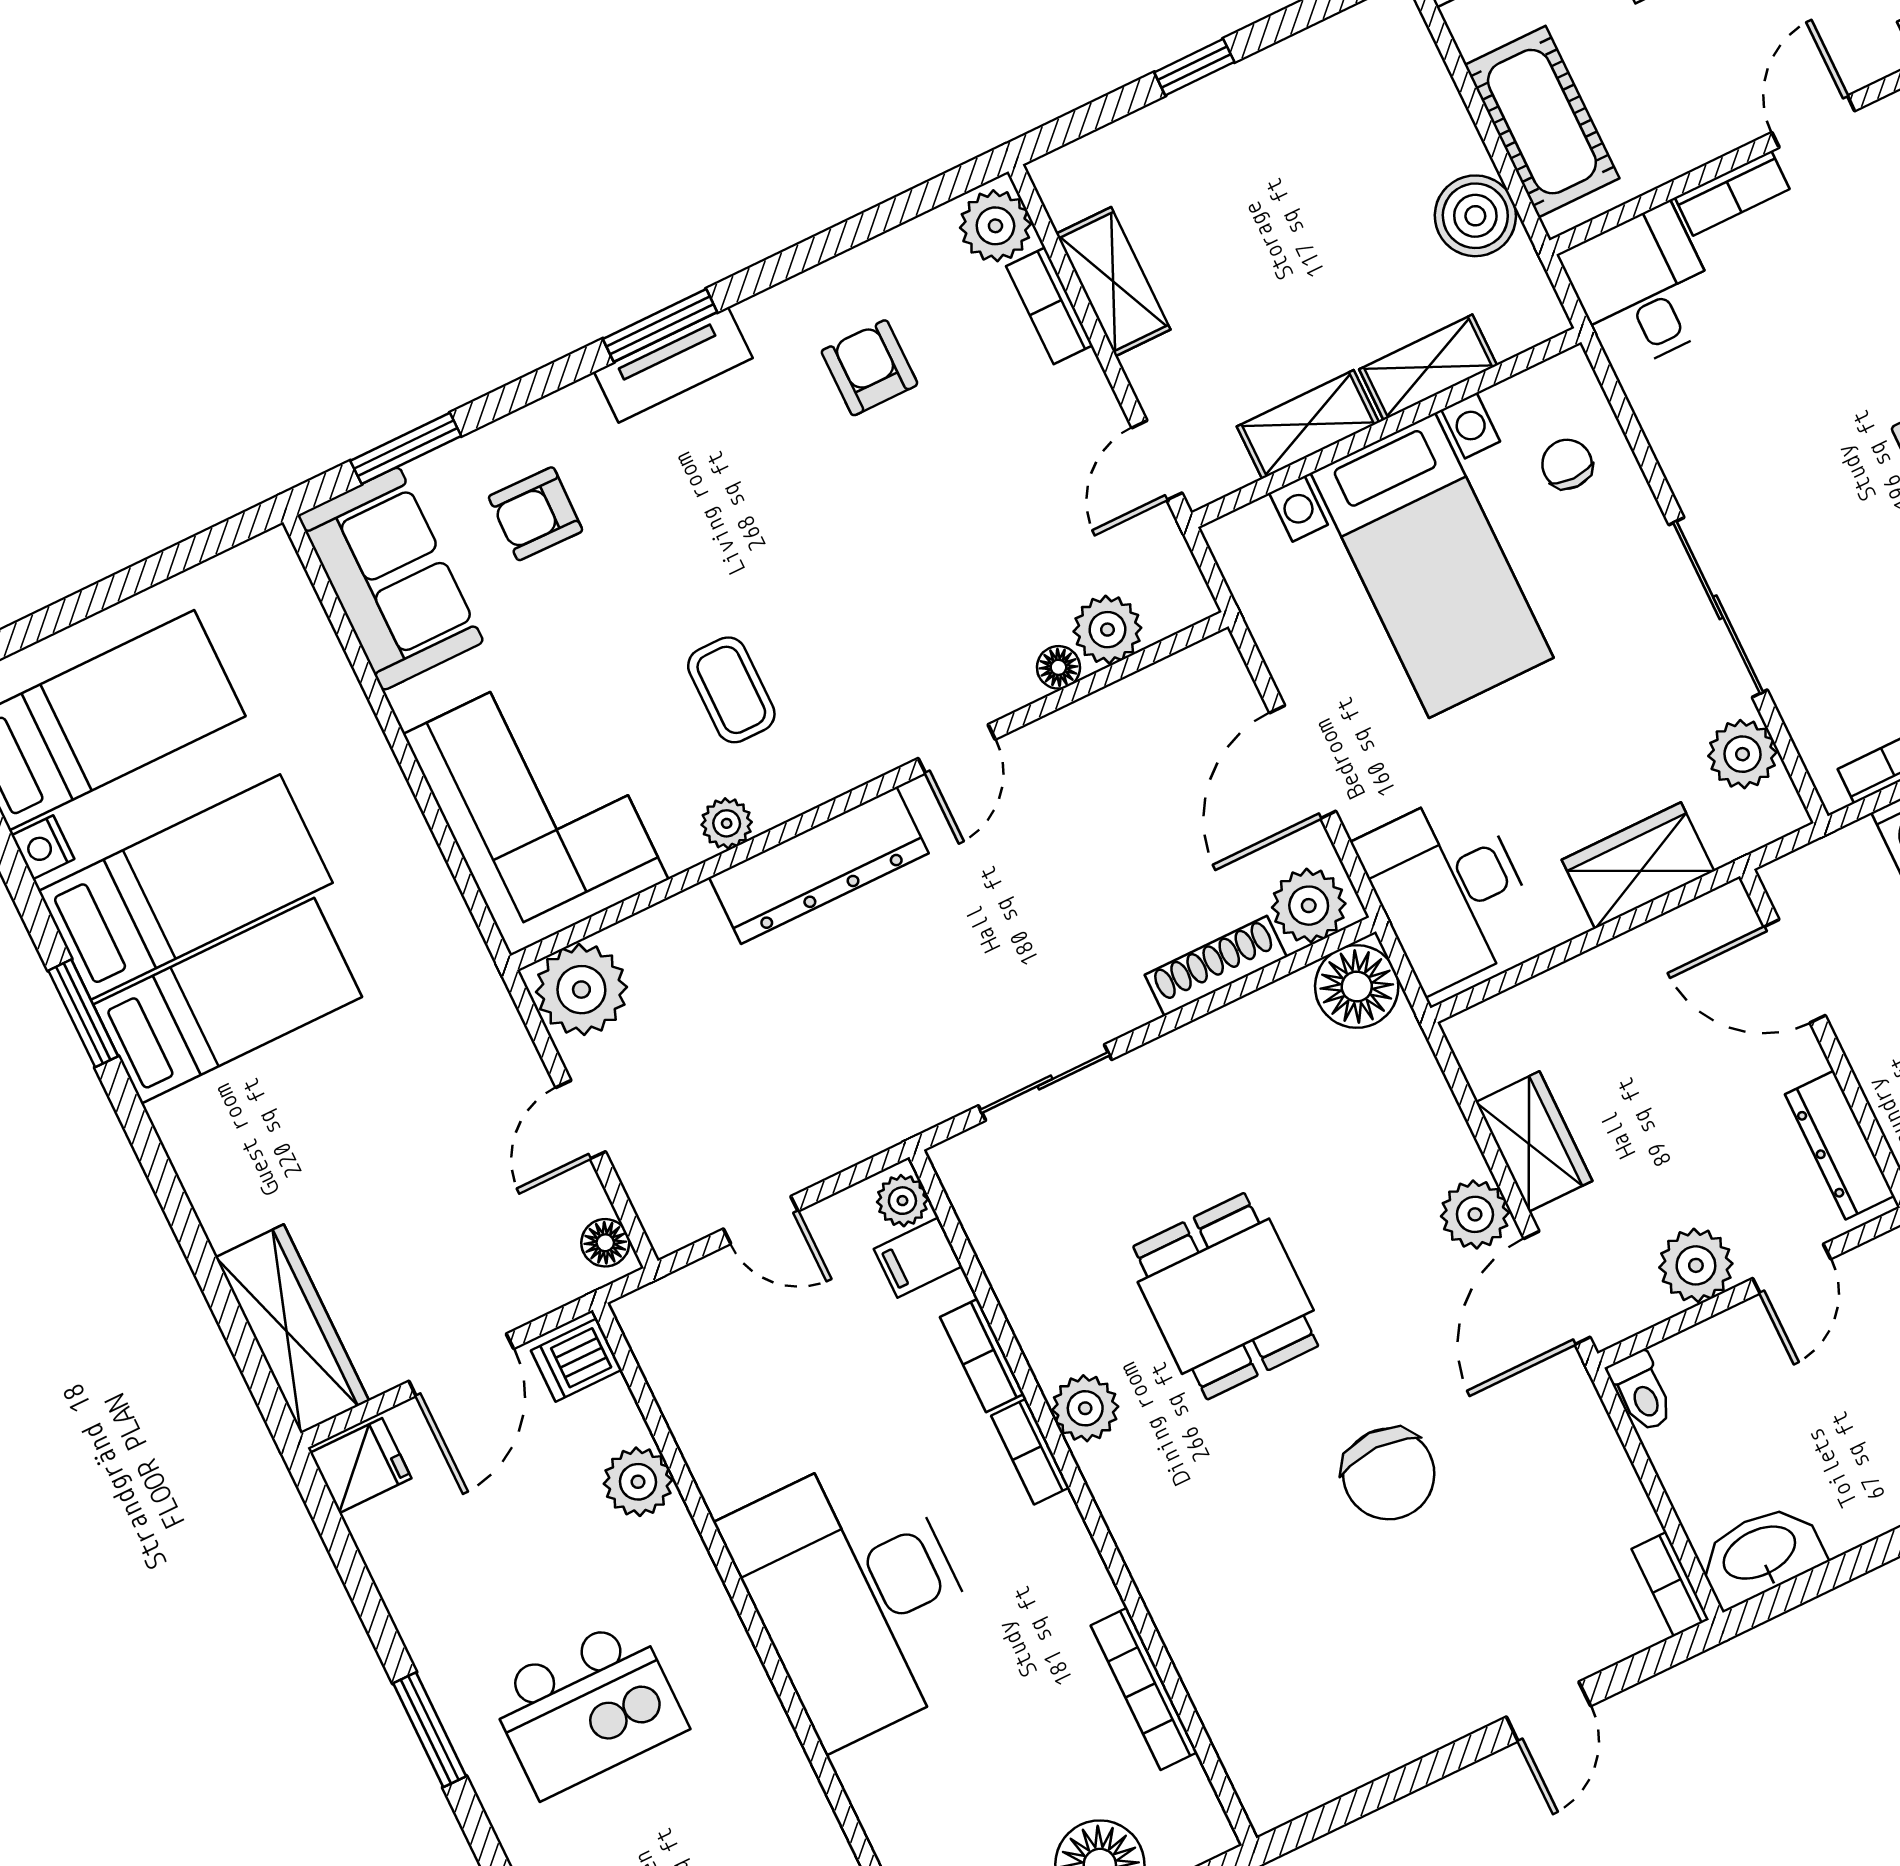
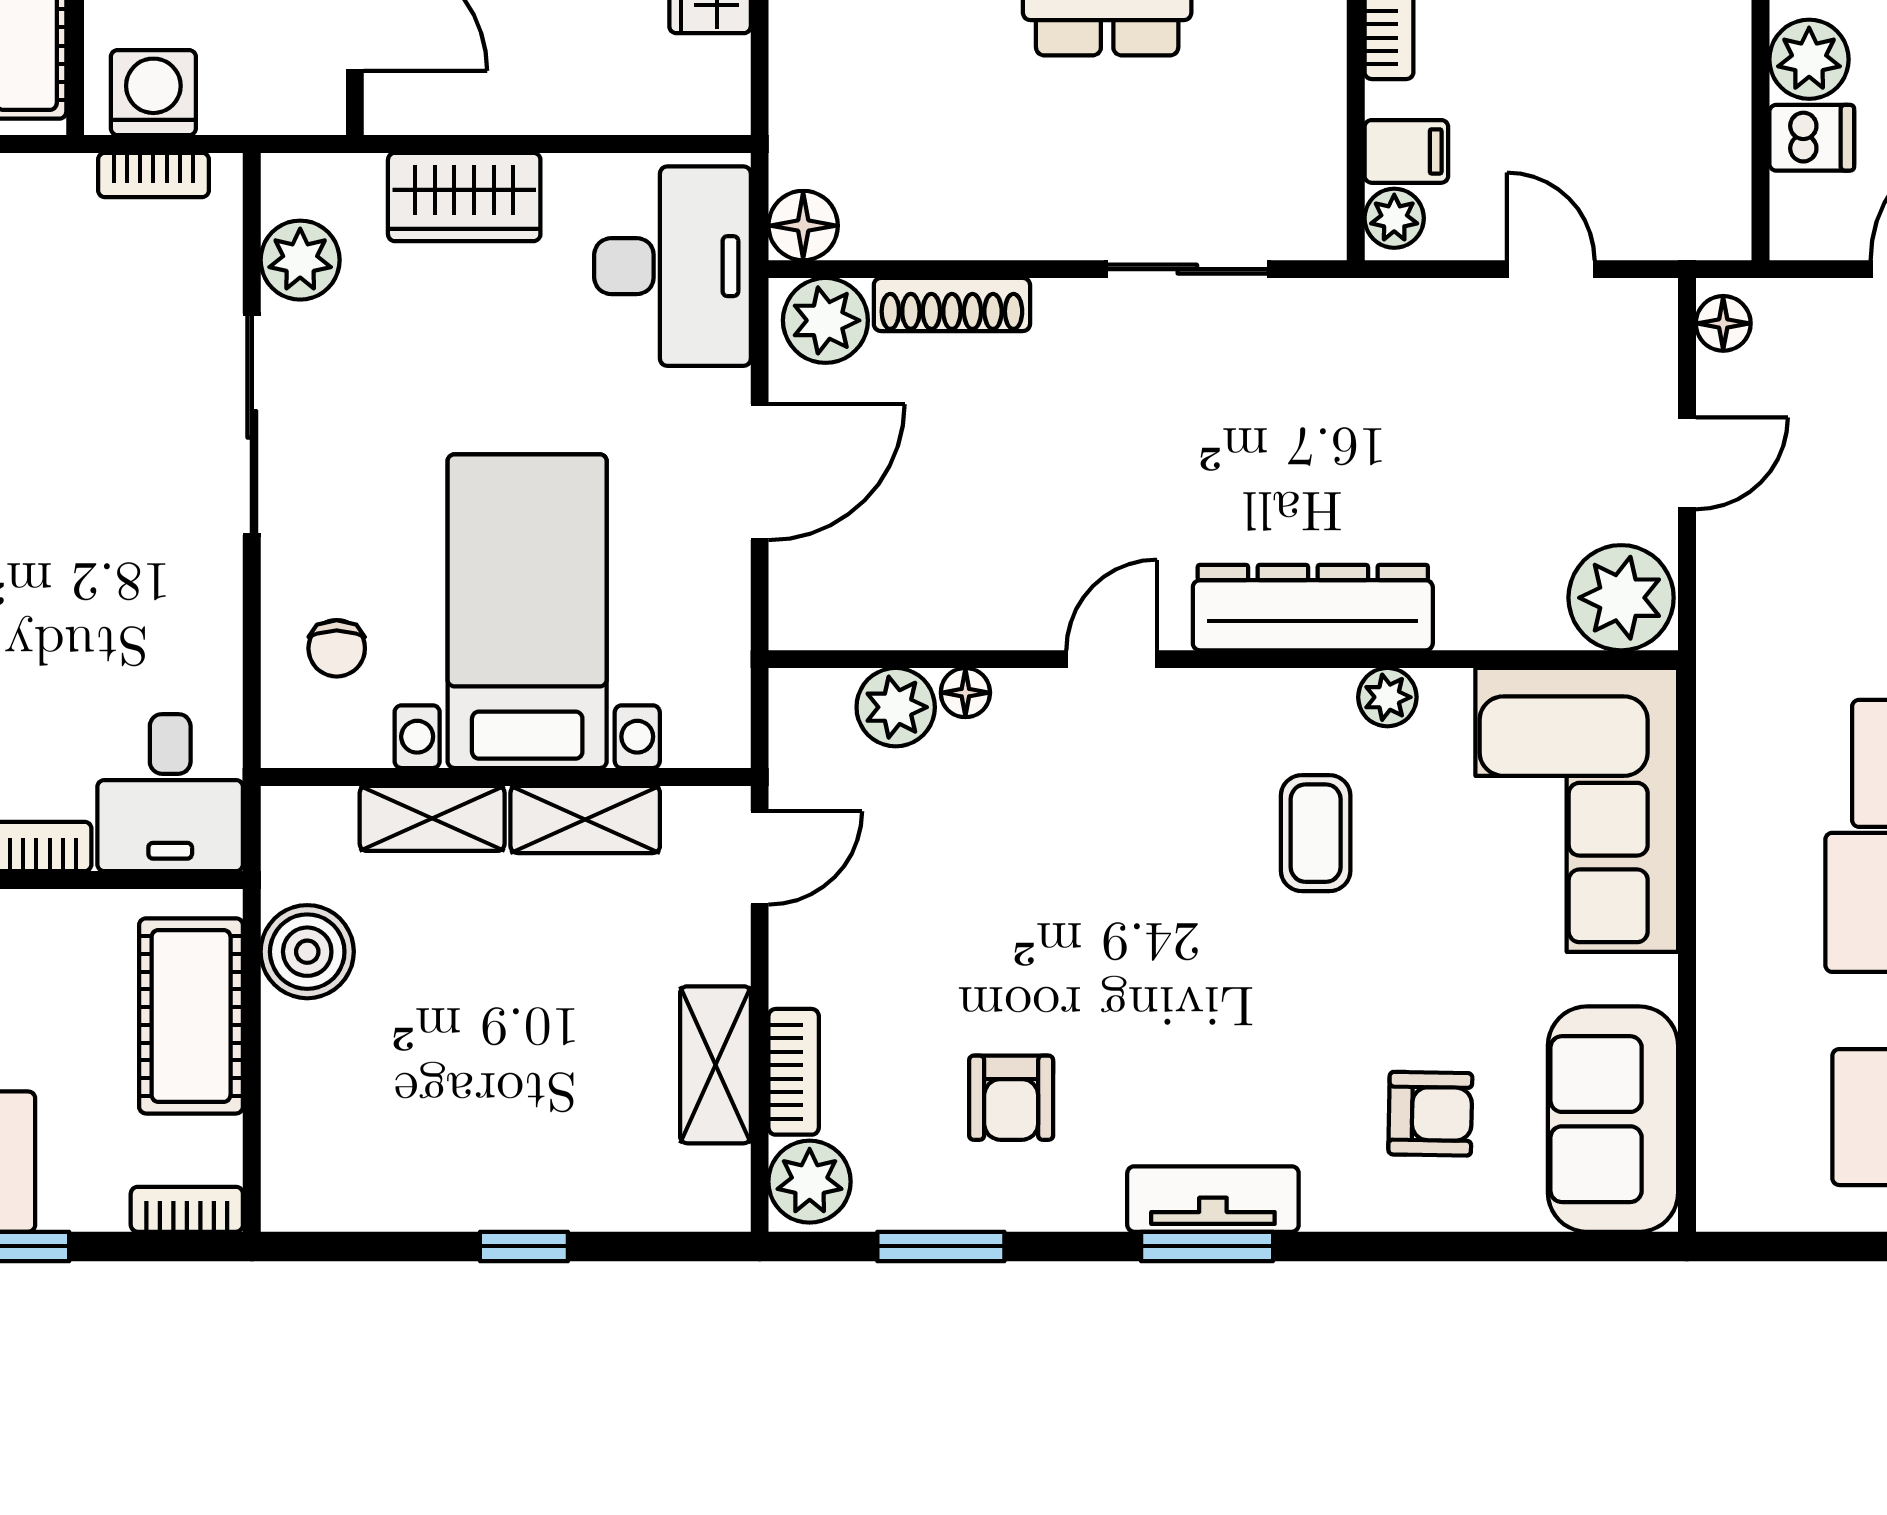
window: (406, 448) -> (941, 1246), moved
floor lamp: (1357, 987) -> (803, 226), width x0.73, depth x0.73
dishwasher: (576, 1360) -> (1812, 138), moved

